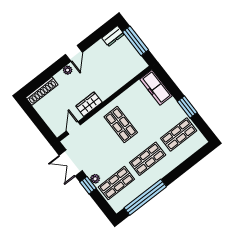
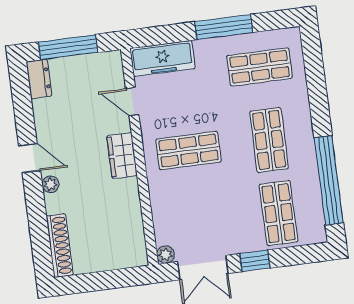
wardrobe: (89, 104) -> (122, 156), moved
window: (187, 107) -> (224, 27), width x1.44
door: (73, 128) -> (132, 102), moved
shop shelf: (179, 134) -> (260, 67), turned 90
plant: (95, 179) -> (165, 255), moved

